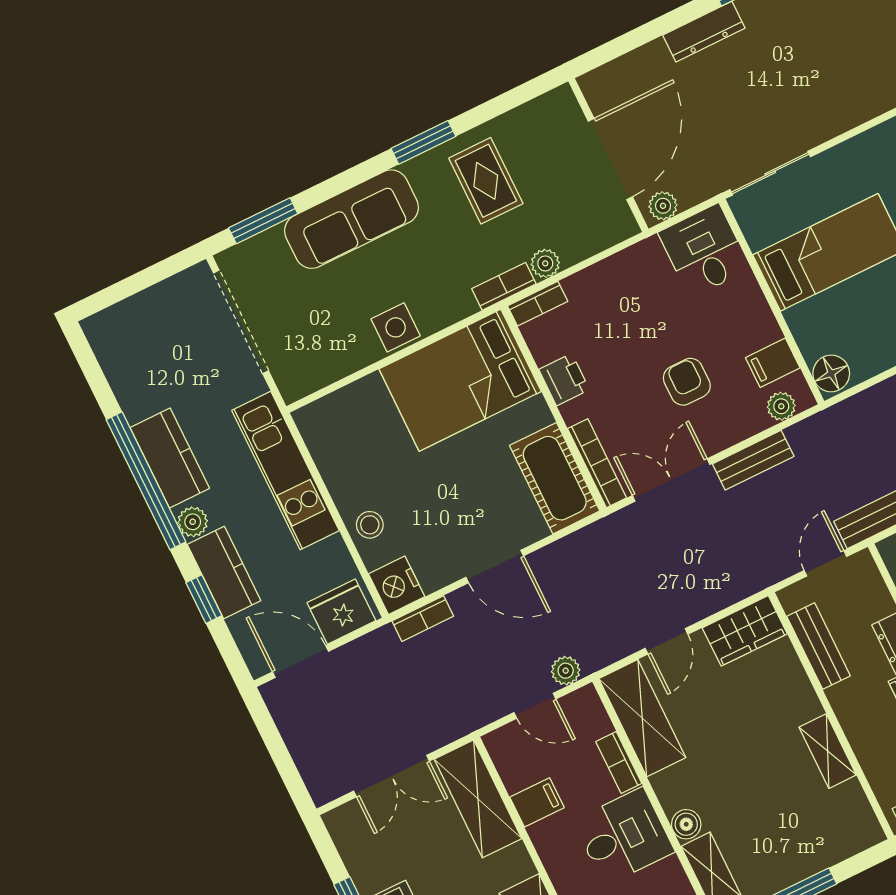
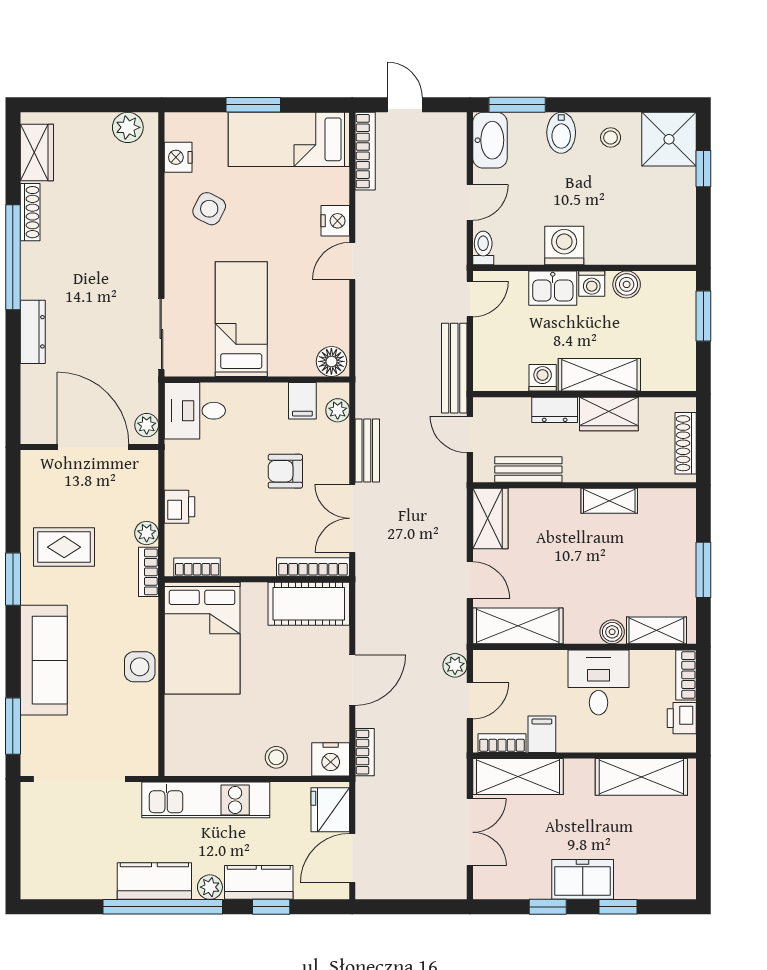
bookcase: (538, 304) -> (197, 567), moved, turned -90
printer: (564, 380) -> (180, 507), moved, turned 90
bookcase: (619, 762) -> (502, 743), moved, turned 180

